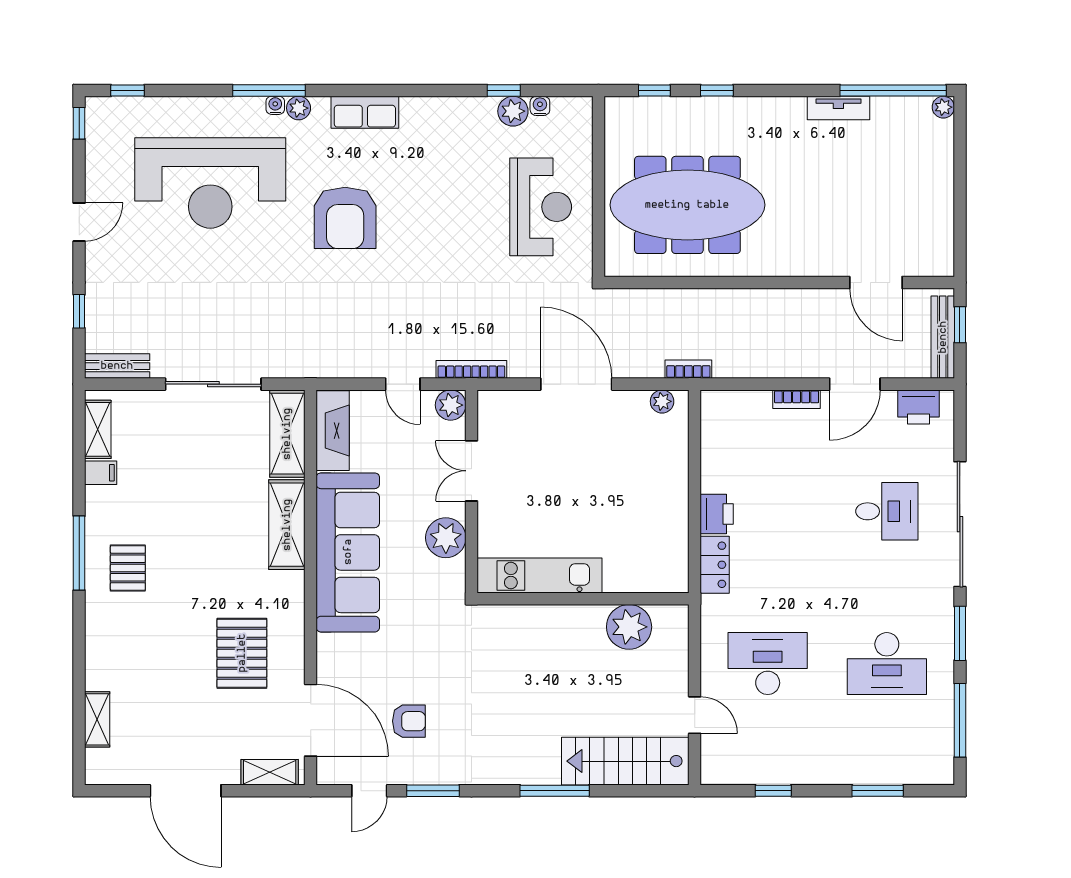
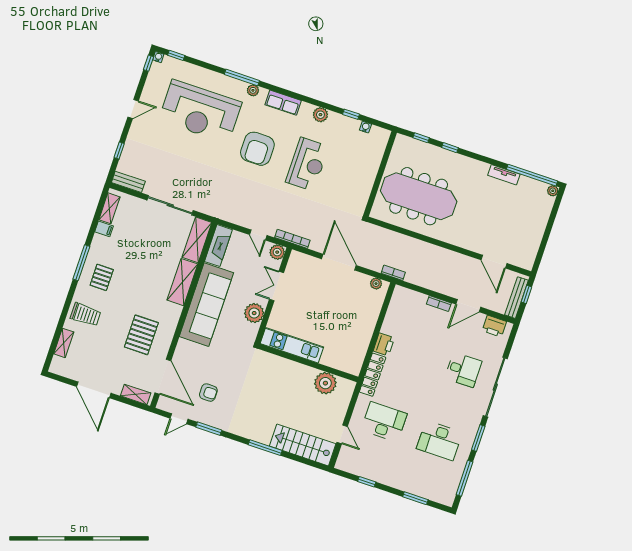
water cooler: (275, 105) -> (158, 57), moved
plant: (513, 111) -> (320, 115), moved
reception desk: (541, 207) -> (307, 164), moved
locker: (715, 565) -> (373, 375), width x1.53
trolley: (121, 650) -> (86, 315), added

